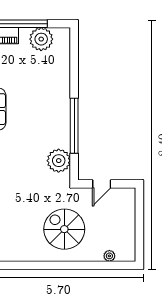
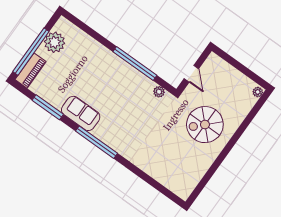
plant: (59, 161) -> (159, 92), width x0.53, depth x0.53
plant: (109, 256) -> (258, 92), moved

